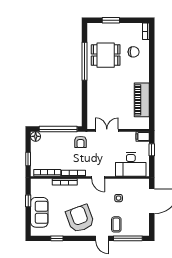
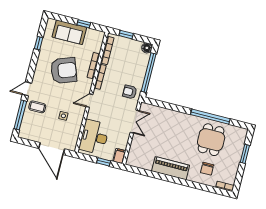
piano: (142, 100) -> (171, 168), moved
armchair: (80, 219) -> (64, 70), moved

